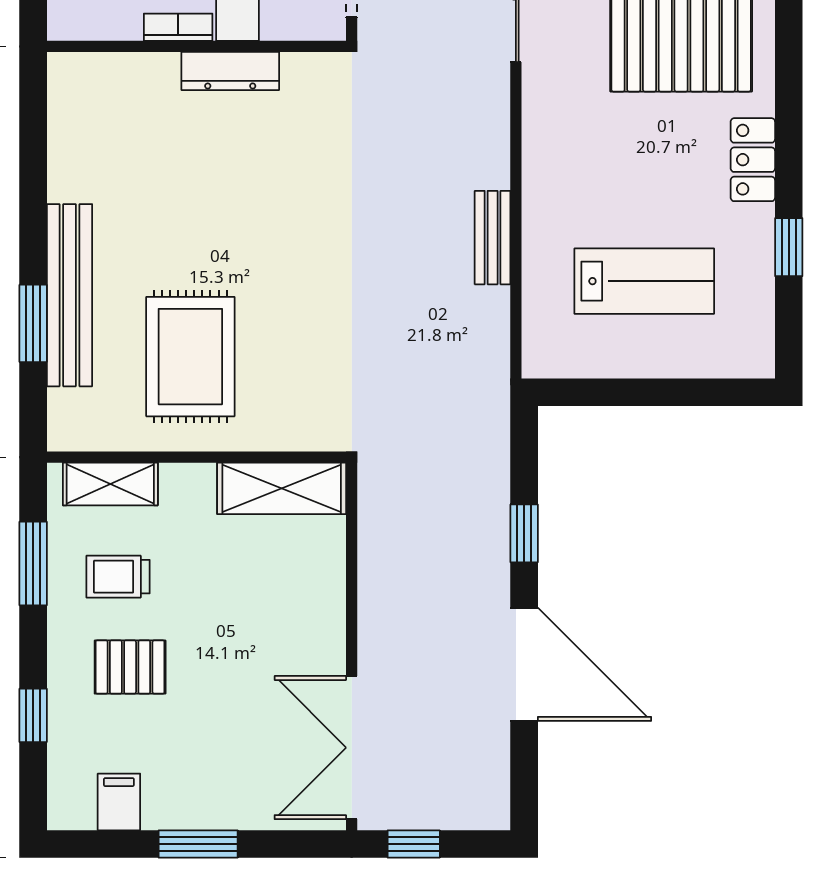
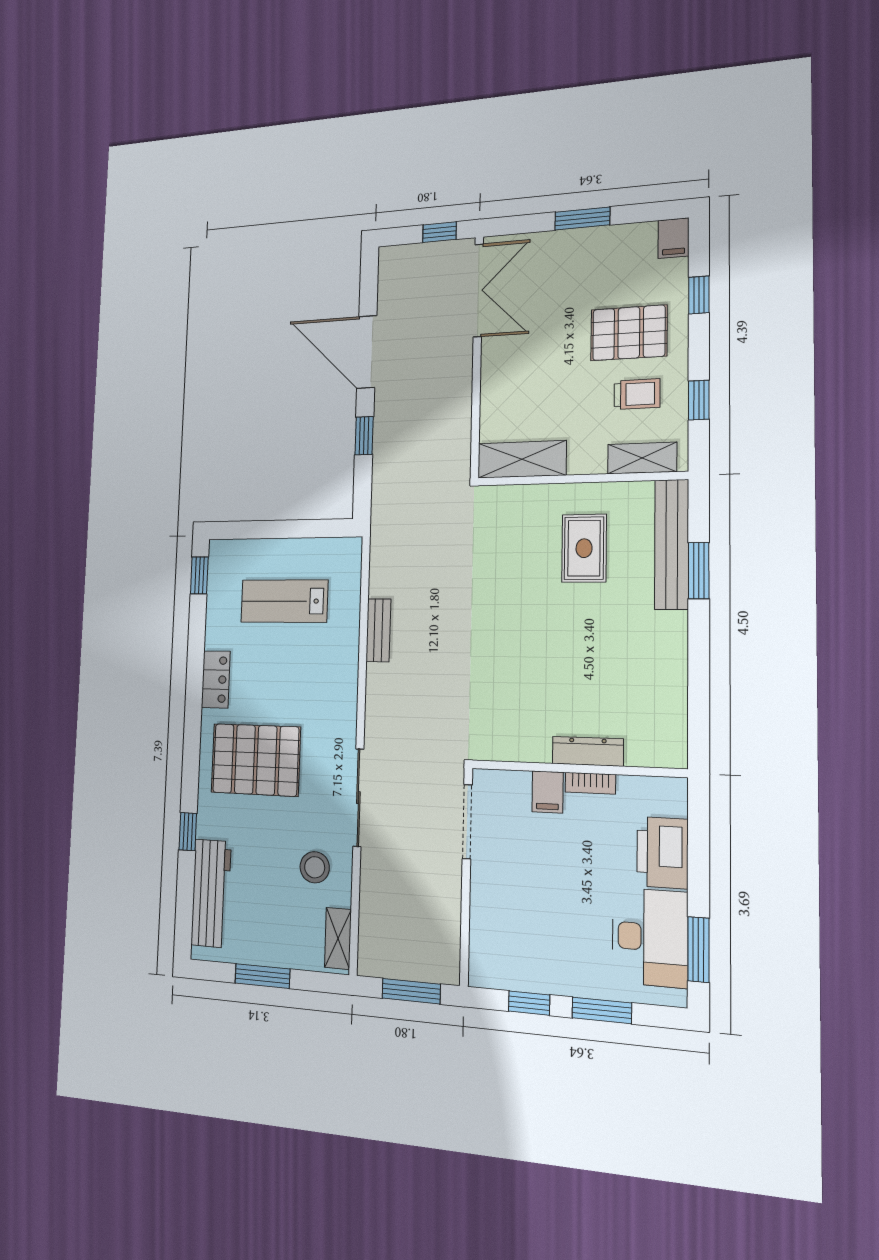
dresser: (230, 71) -> (588, 751), moved
window: (789, 247) -> (199, 575), moved
bench: (69, 295) -> (672, 544), moved
rug: (190, 357) -> (584, 548), width x0.73, depth x0.70
window: (33, 564) -> (699, 400), width x0.67
pallet: (130, 667) -> (629, 333), width x1.50, depth x1.42
filing cabinet: (119, 802) -> (674, 238), moved

